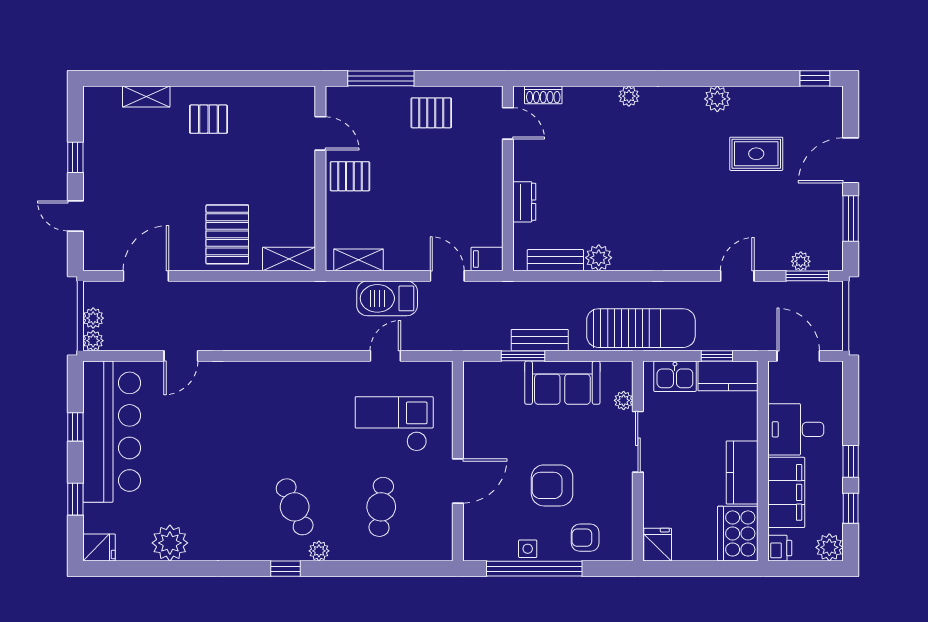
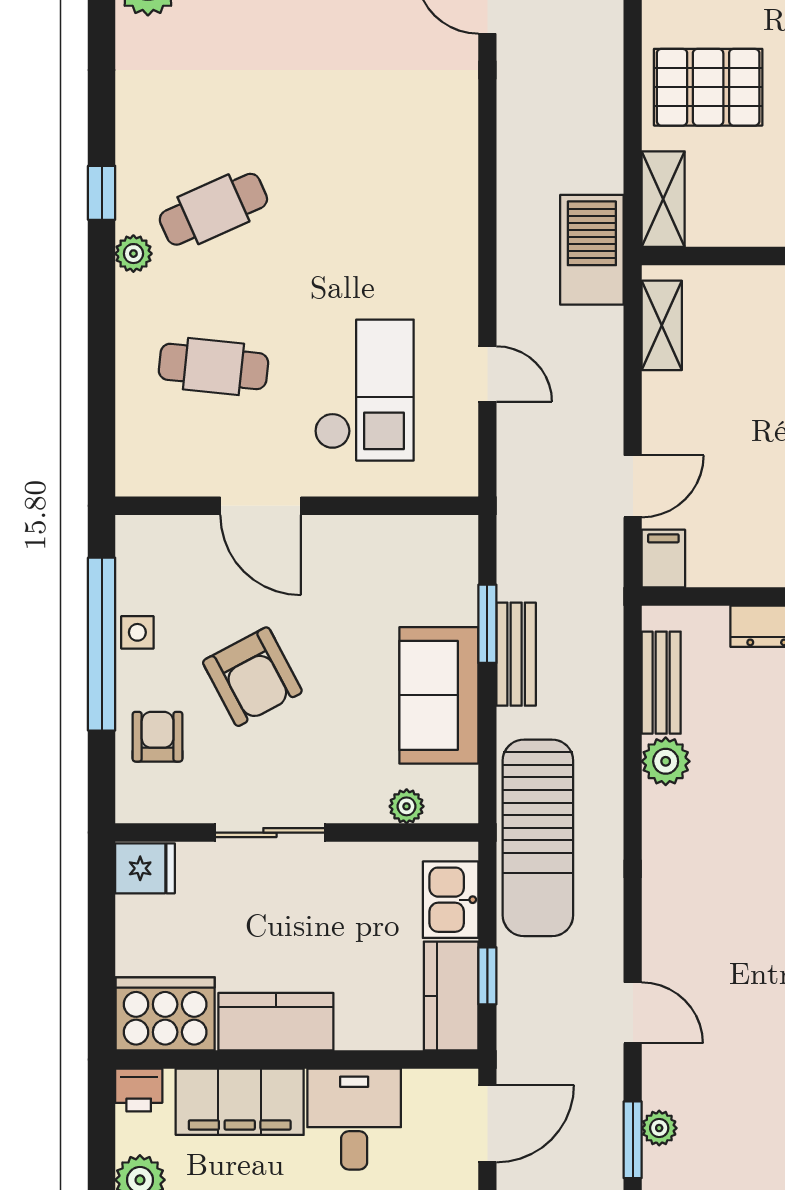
barbecue: (387, 298) -> (592, 250), moved
sliding door: (638, 442) -> (270, 833), moved
armchair: (552, 485) -> (252, 677), turned 152

